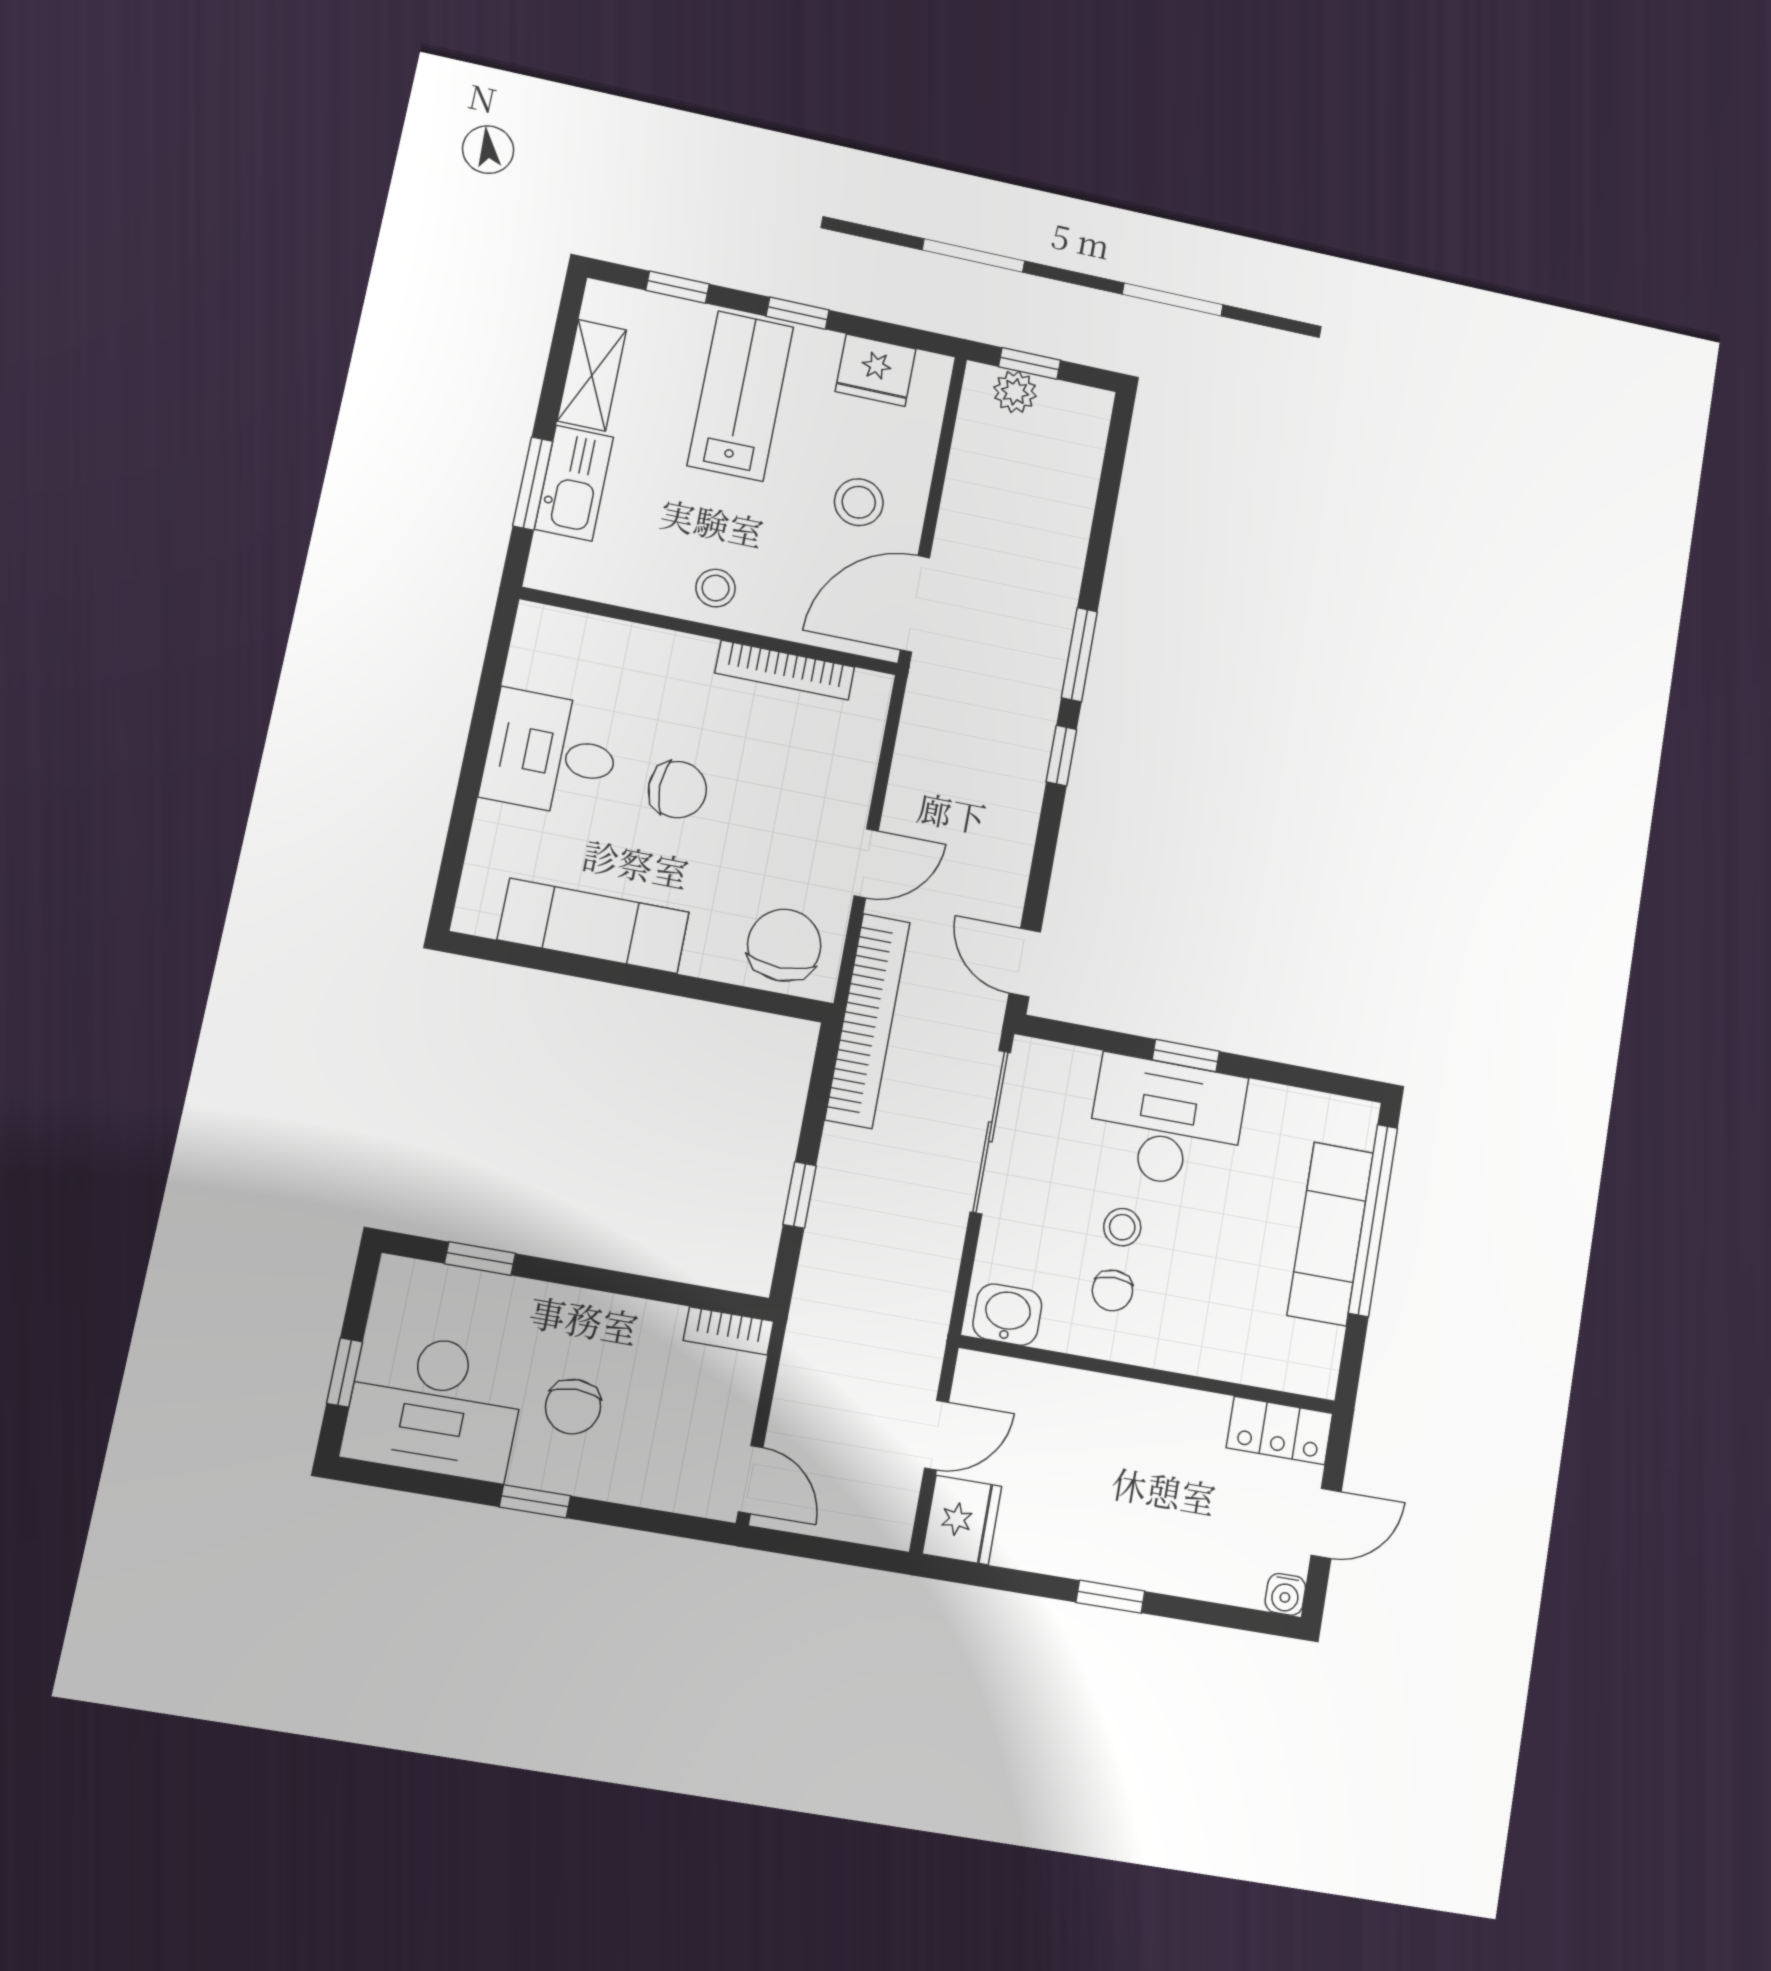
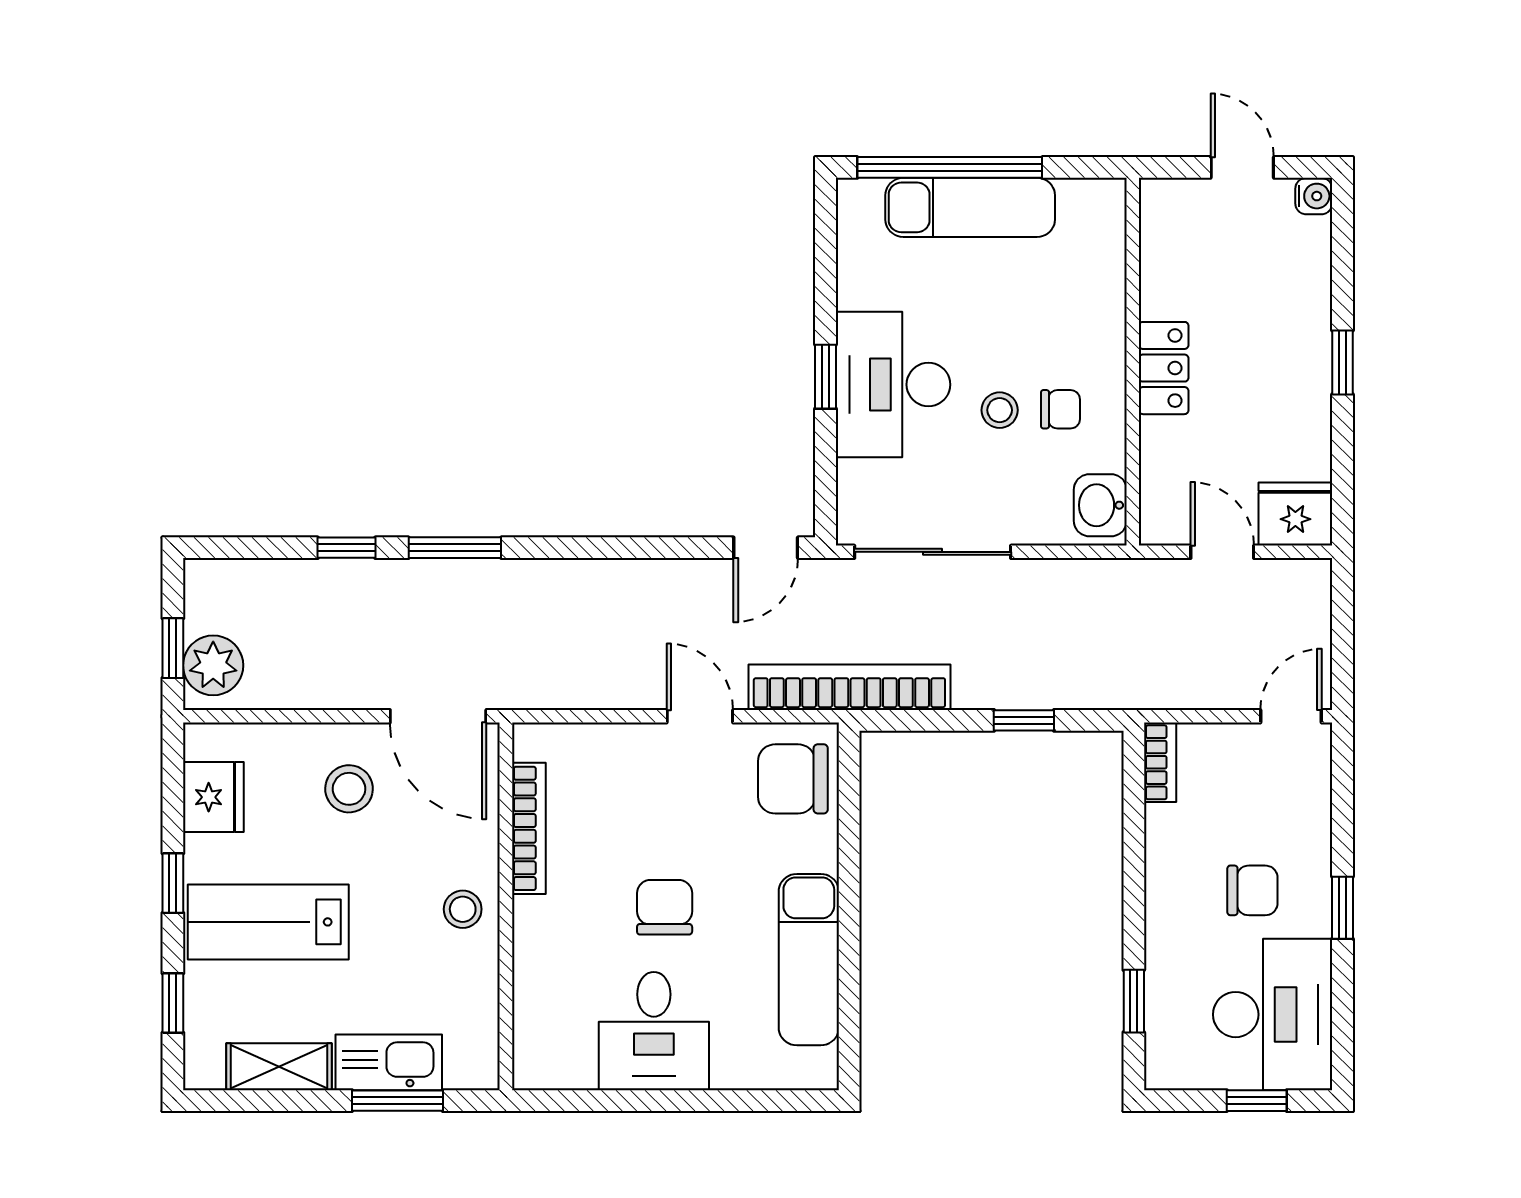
plant: (1015, 392) -> (213, 665), width x1.38, depth x1.38
window: (1061, 756) -> (347, 548), moved
locker: (1279, 1431) -> (1164, 368), moved

